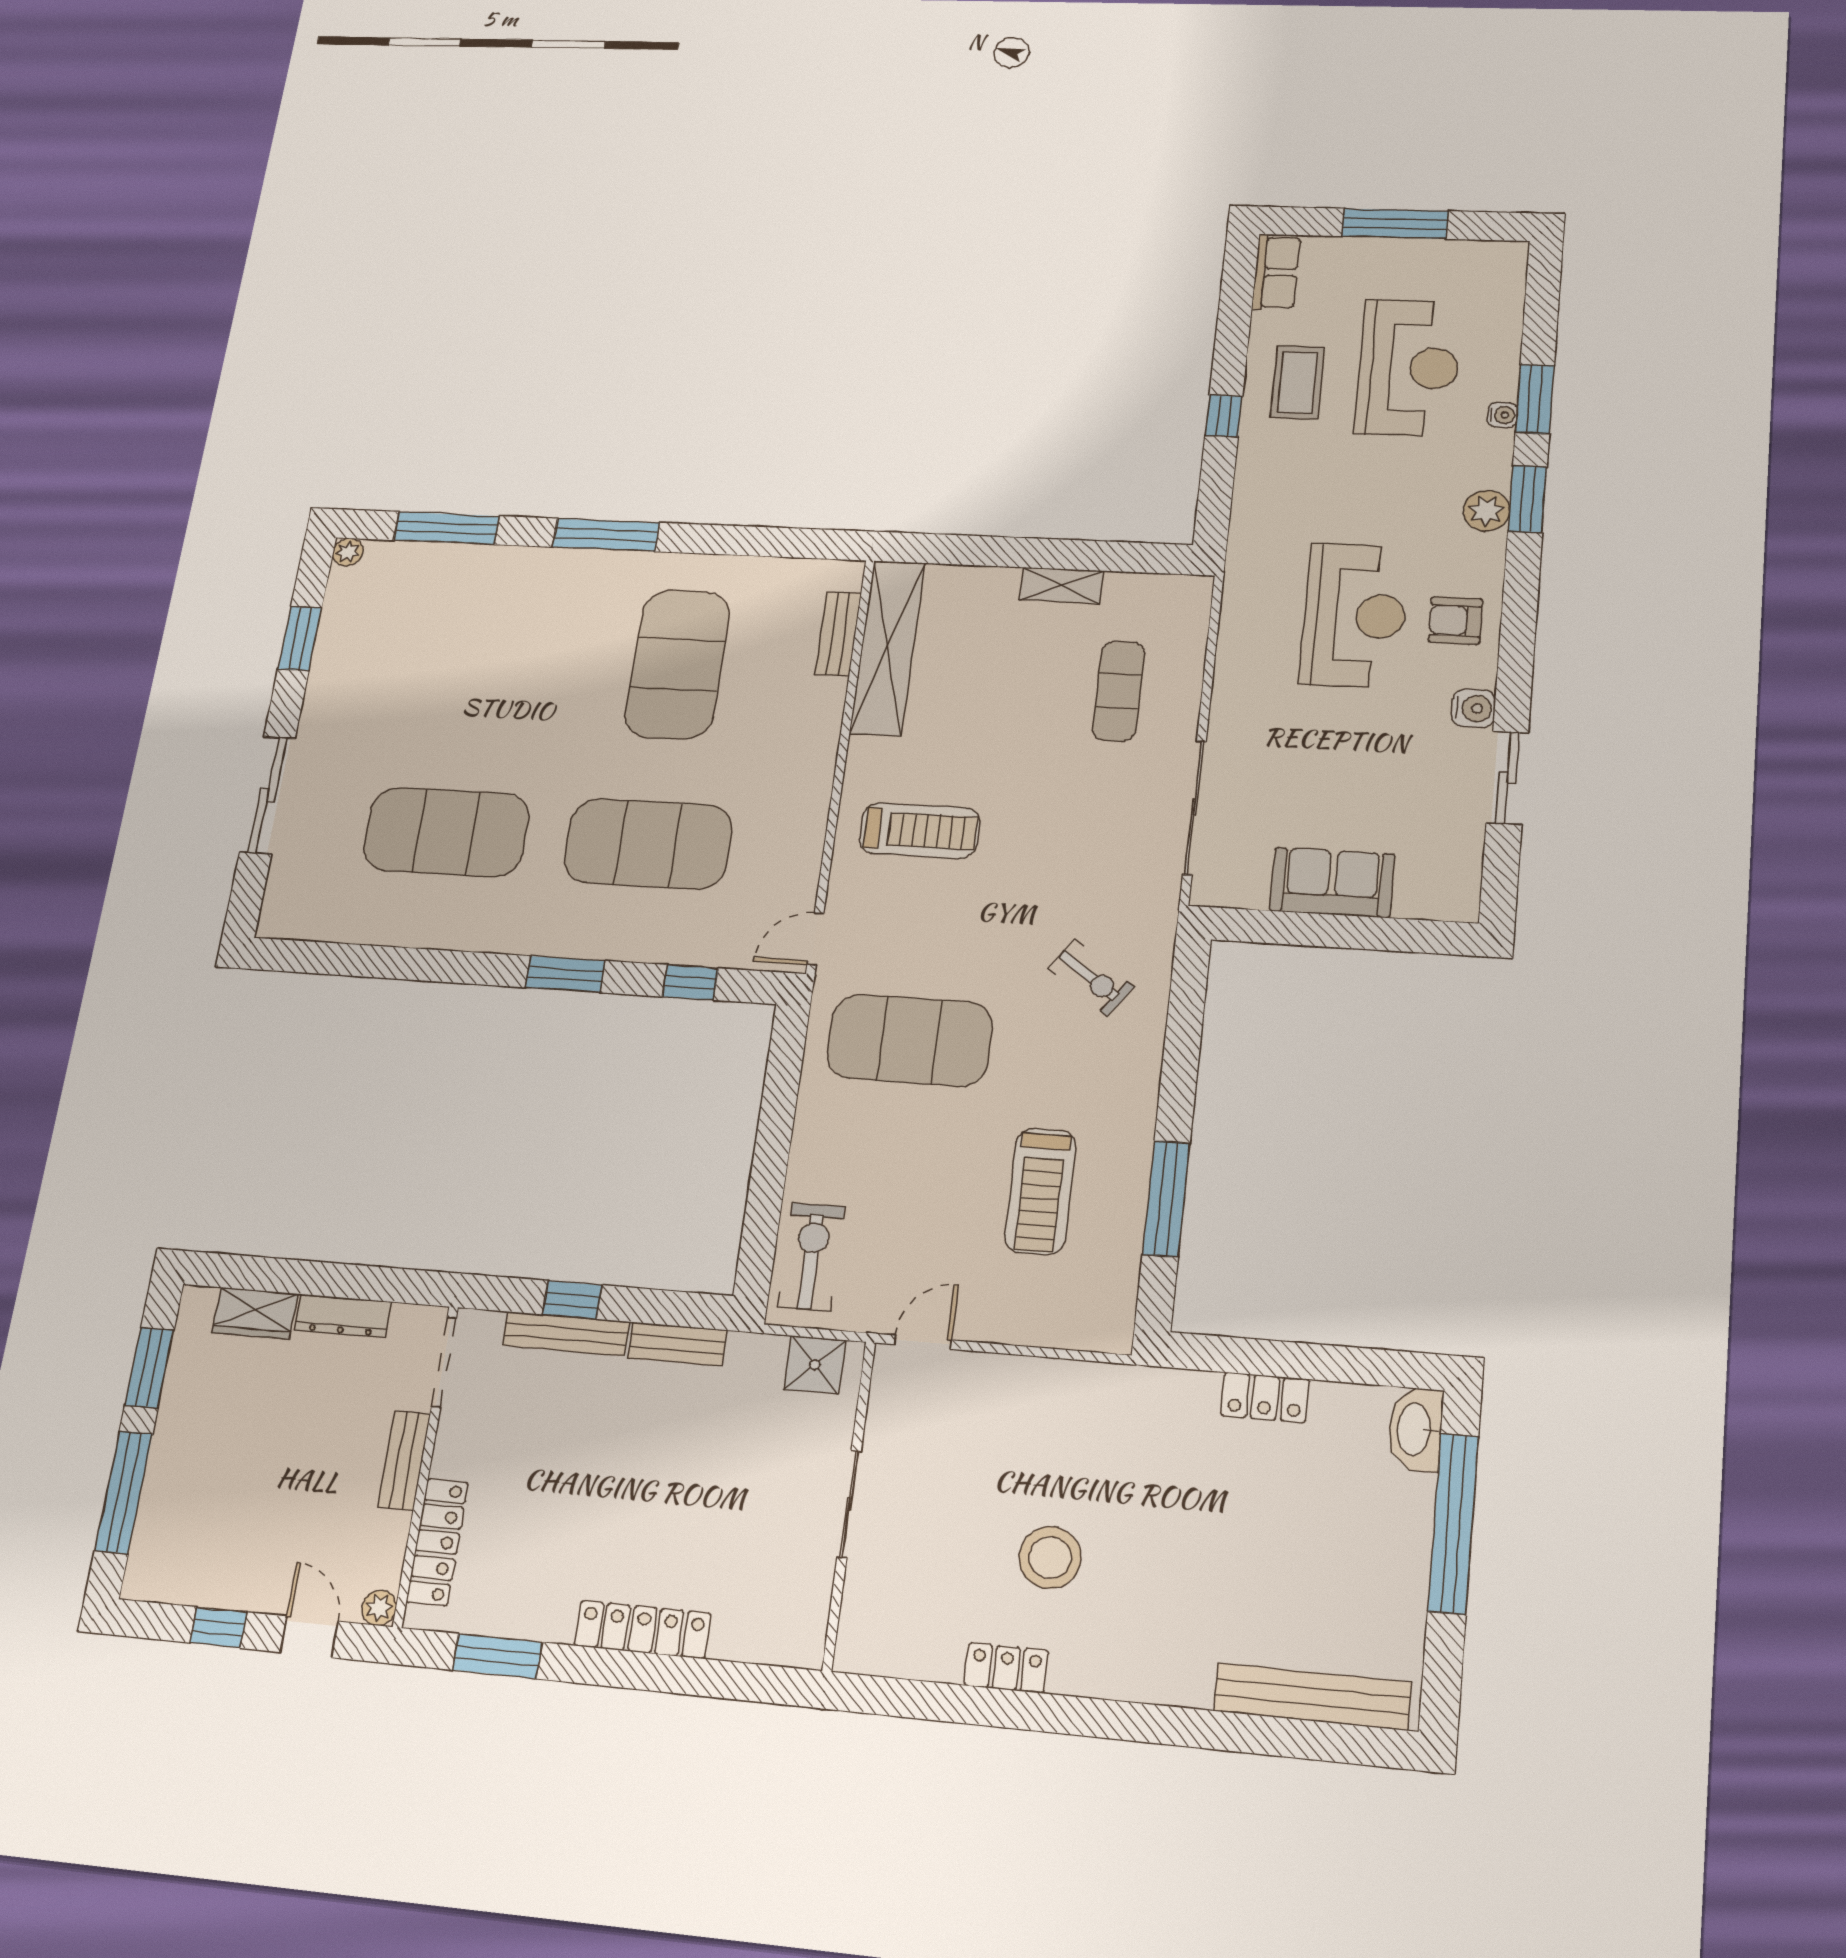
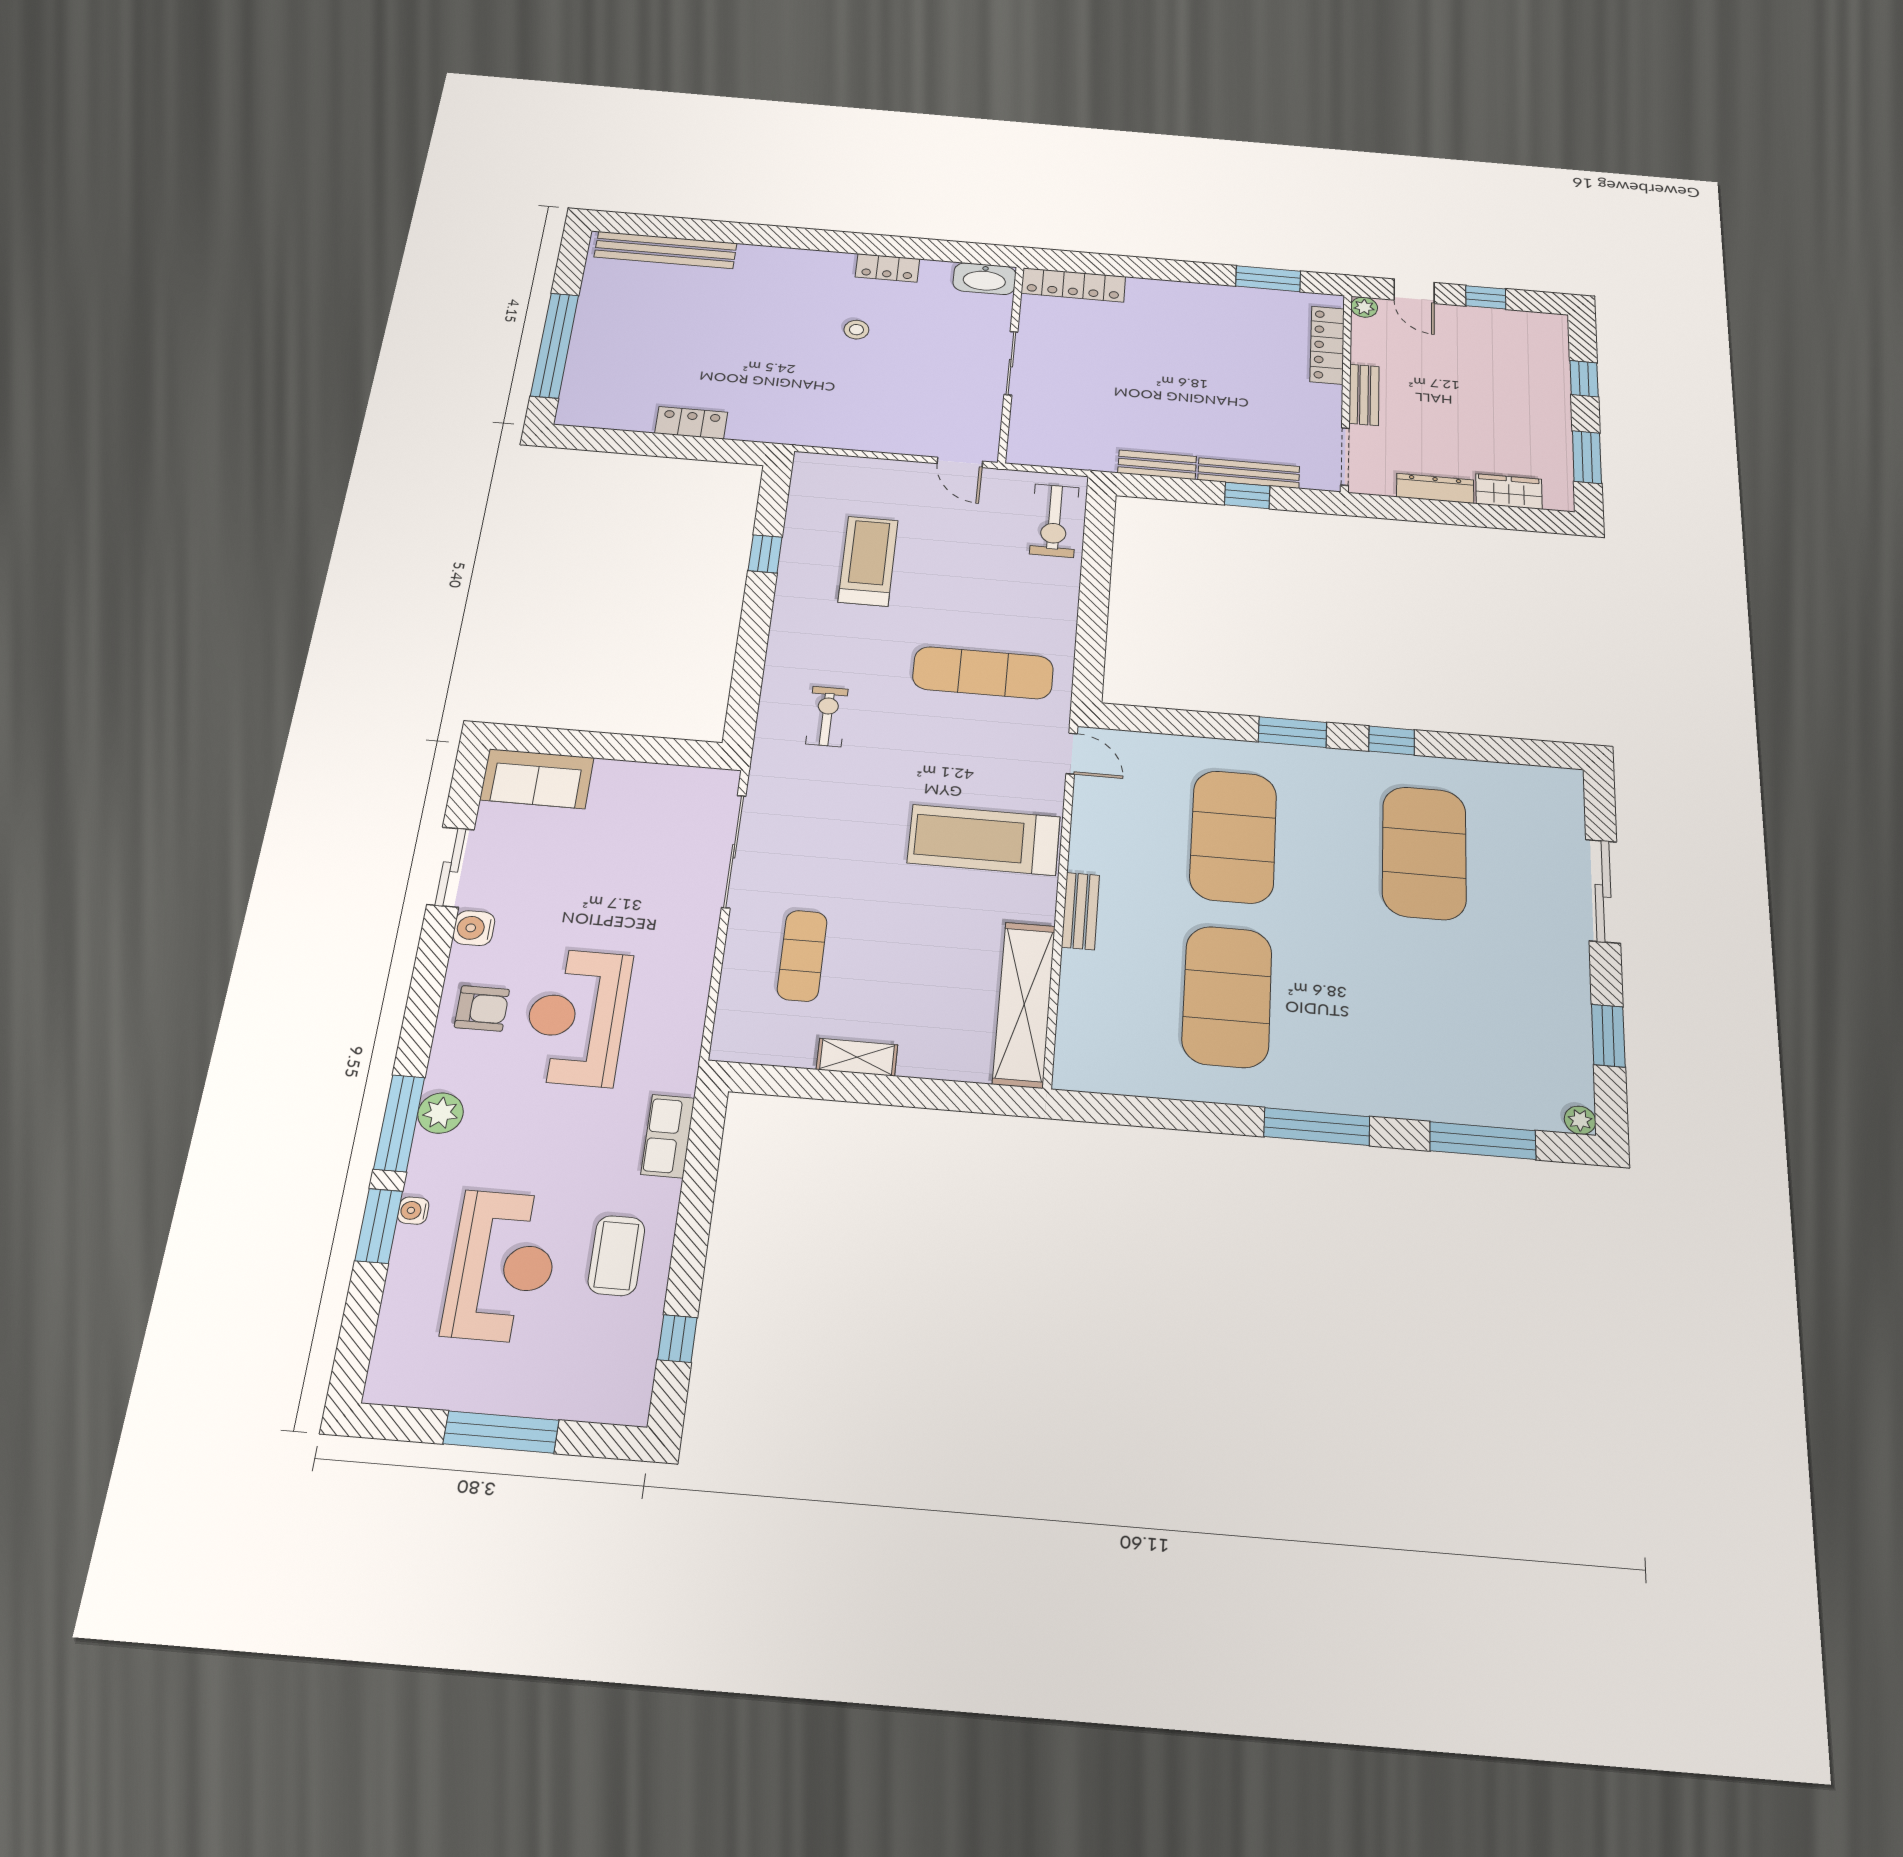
row of seats: (1276, 272) -> (668, 1136), moved
reception desk: (1409, 367) -> (502, 1266), turned 180
window: (1224, 416) -> (677, 1339), moved
window: (1528, 499) -> (399, 1123), width x1.44
bench: (838, 633) -> (1080, 911), moved
treadmill: (919, 830) -> (984, 840), width x1.37, depth x1.38
exercise mat: (446, 832) -> (1424, 853), turned 90
exercise mat: (648, 844) -> (1233, 837), turned 90
sofa: (1332, 882) -> (537, 779), moved
door: (815, 939) -> (1072, 754), hinge flipped
exercise bike: (1091, 977) -> (827, 716), turned 54
window: (690, 982) -> (1392, 740), moved
exercise mat: (909, 1040) -> (983, 673), width x0.68
window: (1166, 1199) -> (765, 554), width x0.46
door: (923, 1342) -> (960, 462), hinge flipped
shower: (815, 1365) -> (1045, 450), removed
washbasin: (1415, 1429) -> (984, 279), moved, turned 90
window: (124, 1492) -> (1584, 379), width x0.46
stool: (1050, 1558) -> (856, 330), width x0.53, depth x0.53
locker: (643, 1629) -> (1073, 285), moved

